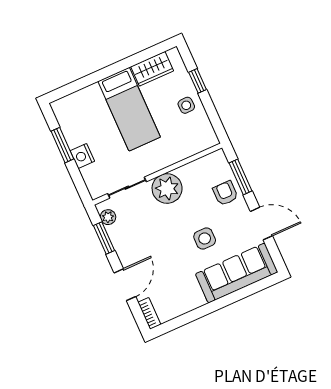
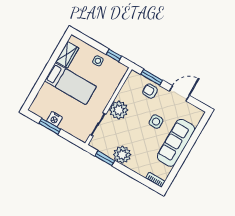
window: (198, 81) -> (114, 55), moved
nightstand: (82, 156) -> (54, 119), moved
plant: (108, 217) -> (122, 155), moved, width x1.88, depth x1.88
sofa: (237, 273) -> (176, 143), moved
door: (125, 285) -> (132, 174), removed

